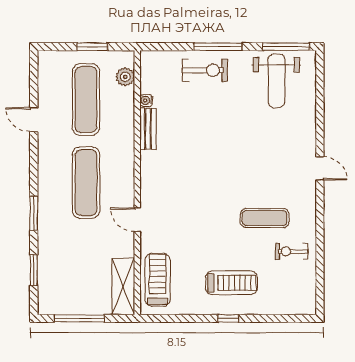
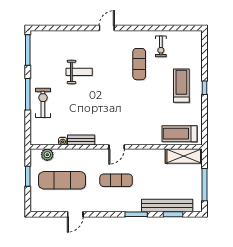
weight bench: (276, 81) -> (79, 72), moved, width x0.73, depth x0.75
exercise mat: (86, 183) -> (116, 180), width x0.73, depth x0.69
door: (137, 220) -> (117, 147), moved
bench: (47, 261) -> (167, 206), added

